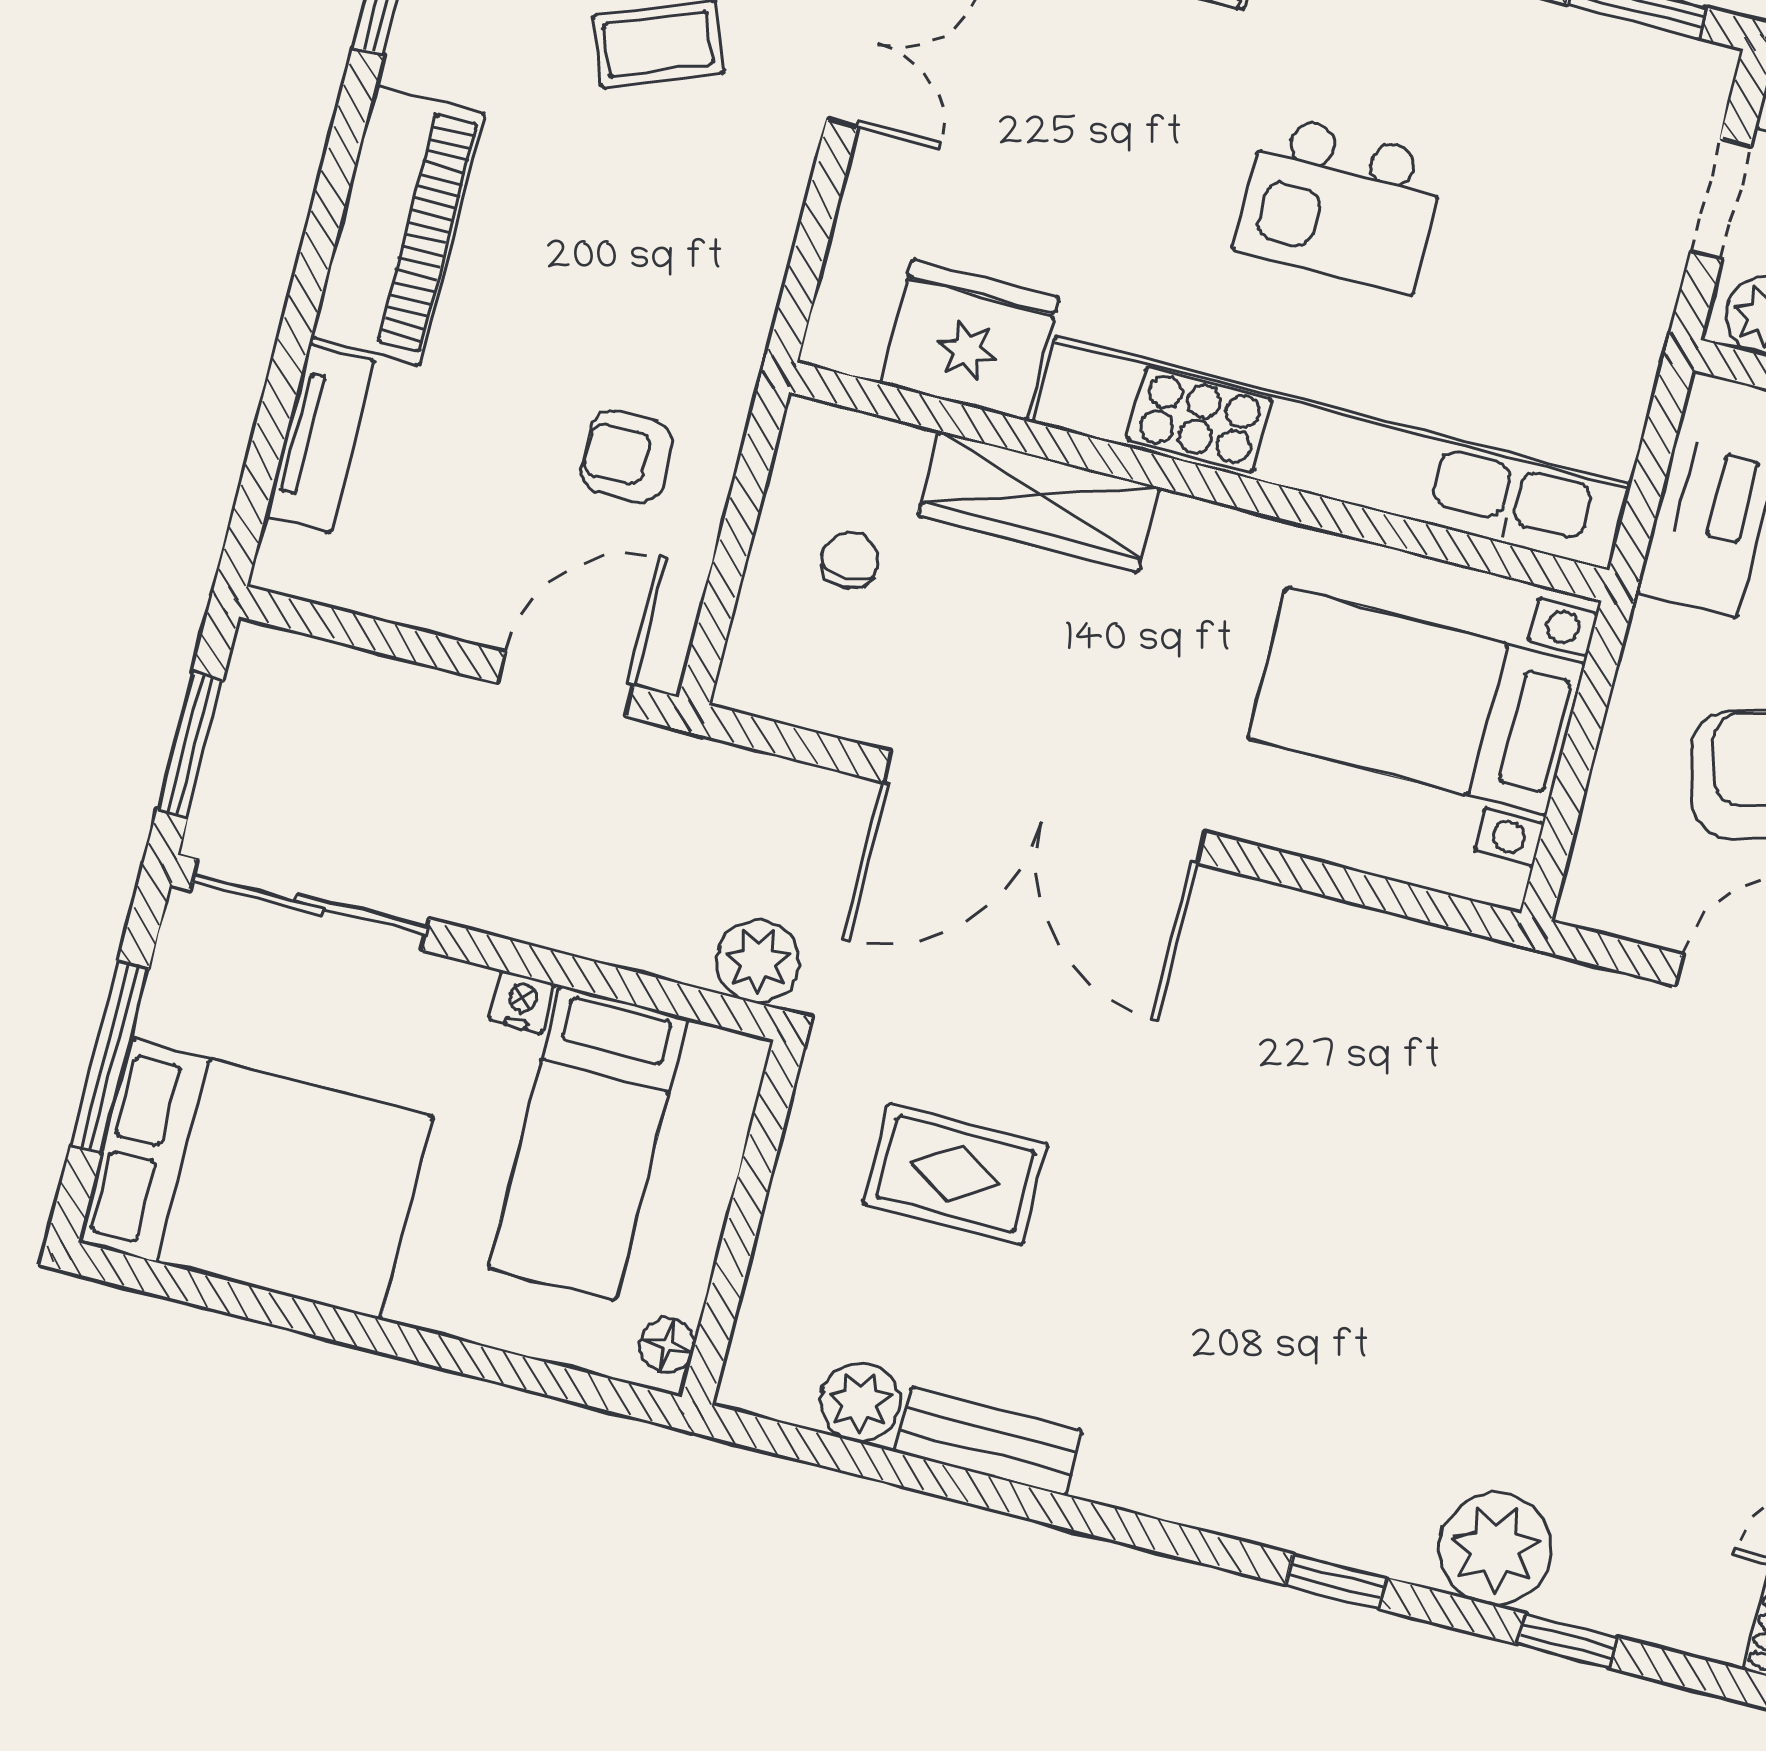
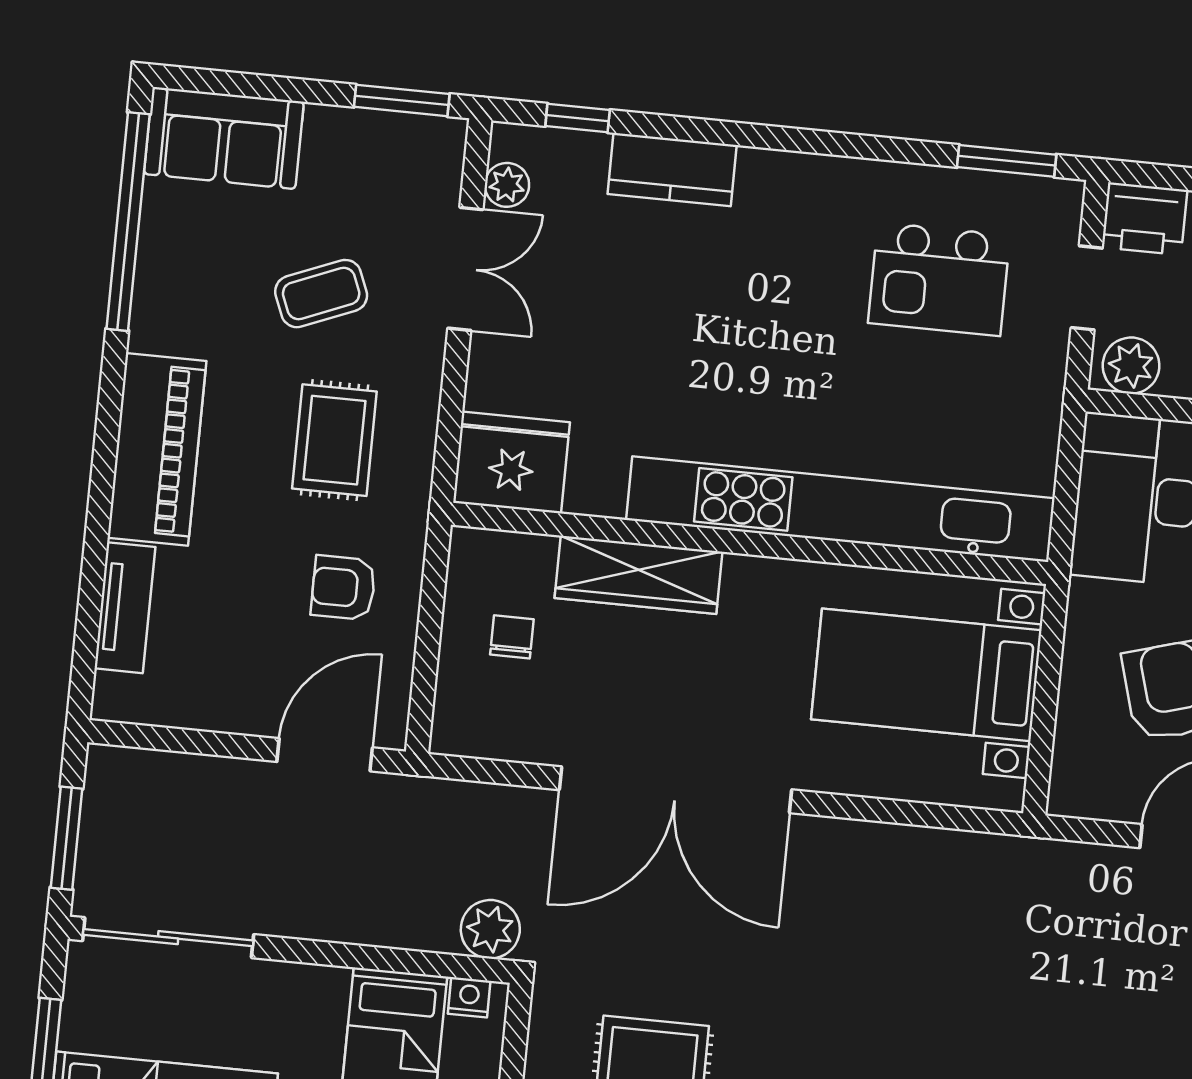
kitchen island: (1340, 204) -> (939, 279), moved
rug: (646, 250) -> (334, 440), added
fridge: (969, 340) -> (511, 462), moved
nightstand: (522, 1002) -> (469, 997), moved

